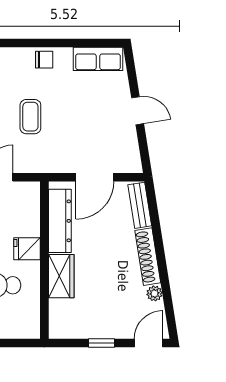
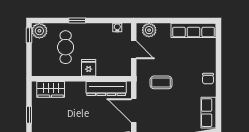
coffee table: (30, 117) -> (161, 82), moved
wardrobe: (61, 276) -> (51, 89), moved

